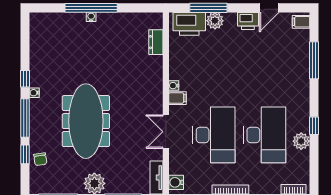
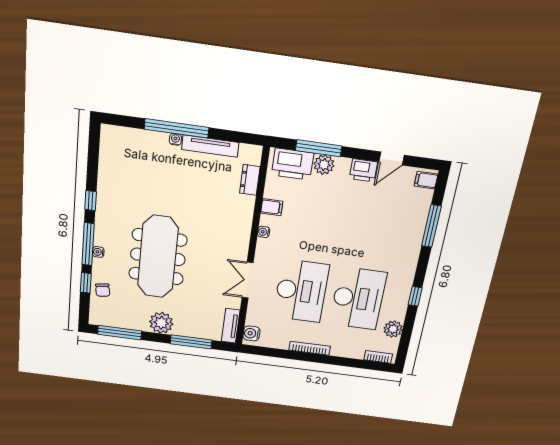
tv unit: (120, 19) -> (210, 146), added
water cooler: (34, 93) -> (98, 252), moved
filing cabinet: (177, 98) -> (272, 207), moved
plant: (301, 141) -> (393, 329), moved

